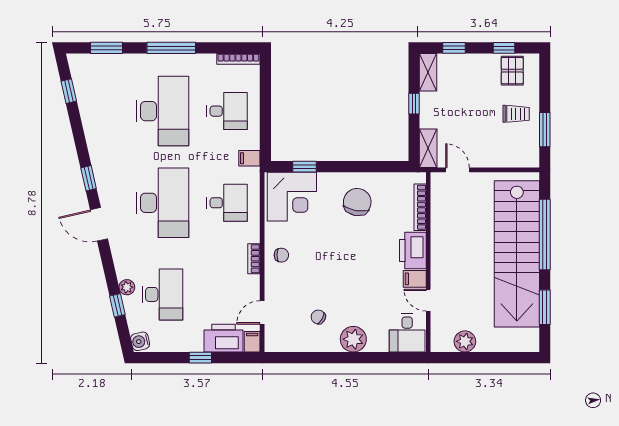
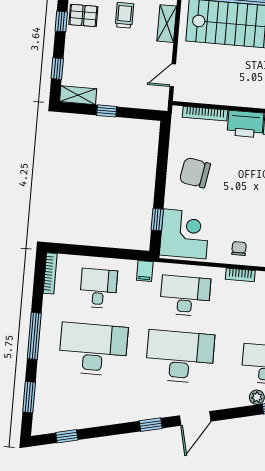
shelving: (428, 148) -> (167, 24), moved, turned 90
desk: (227, 203) -> (185, 296), width x1.37

